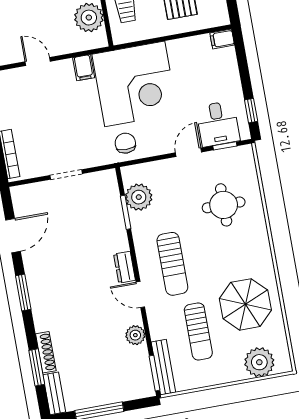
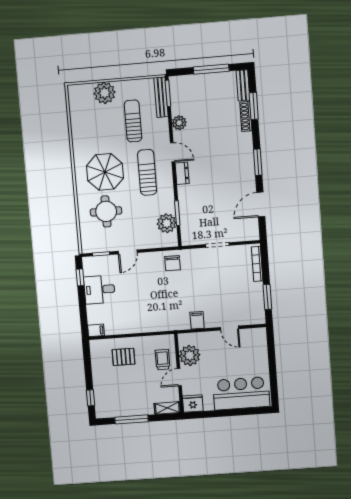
corner desk: (135, 84) -> (162, 305), removed
desk: (218, 124) -> (99, 290), moved, turned -90
parasol: (245, 304) -> (105, 172), moved
plant: (259, 362) -> (105, 93), moved

